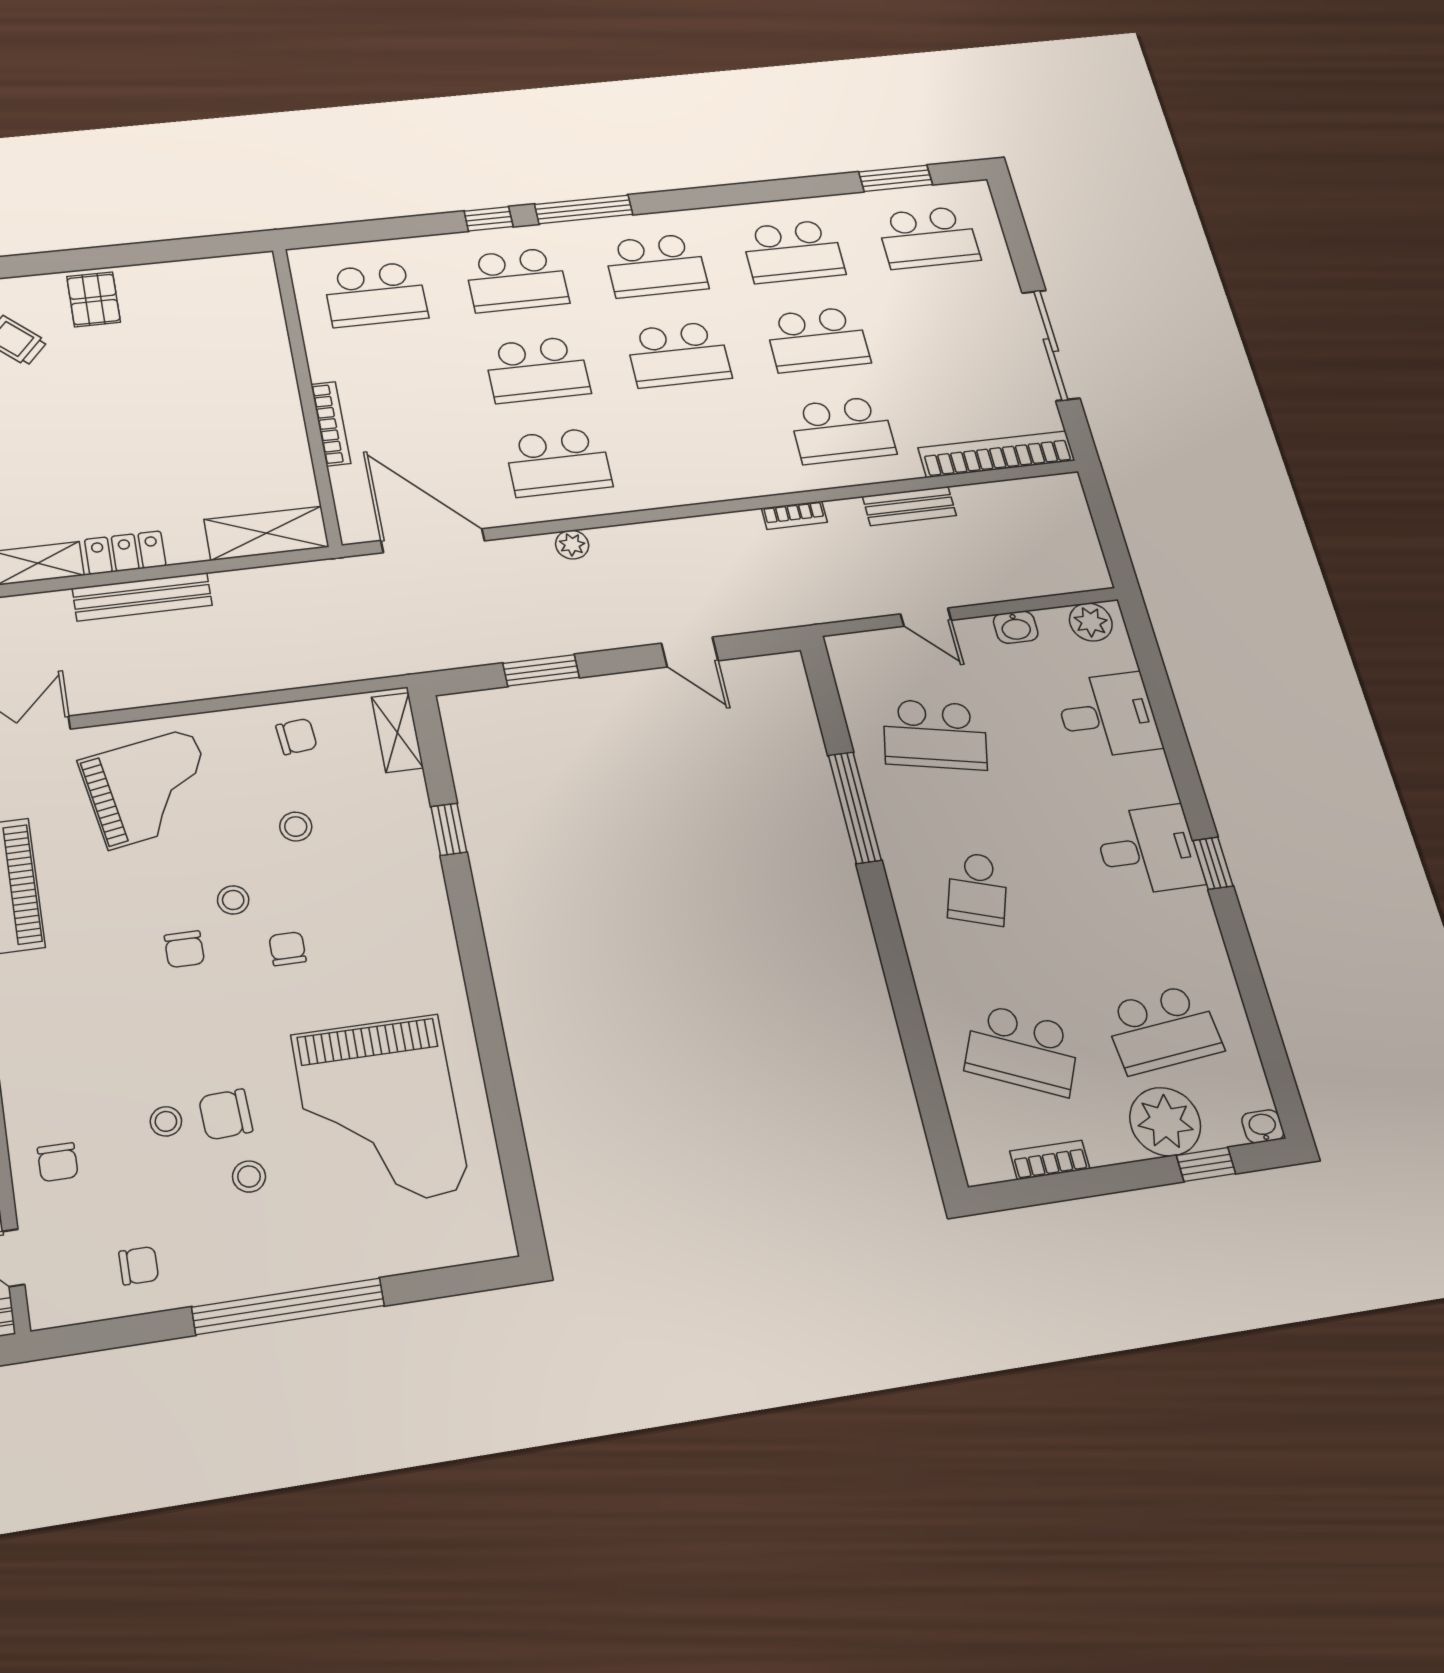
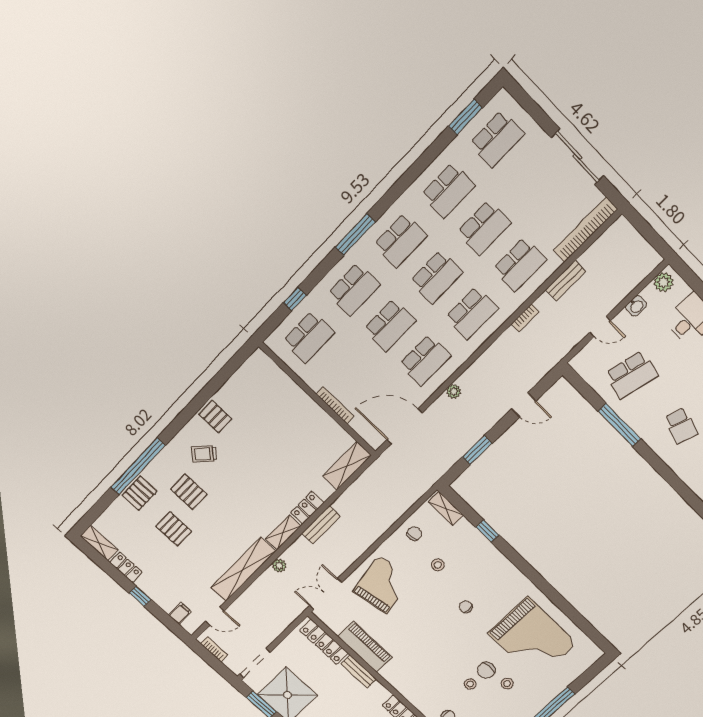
window: (489, 219) -> (295, 299), moved
school desk: (701, 446) -> (472, 313), added
bench: (142, 597) -> (321, 525), width x0.73
stool: (233, 900) -> (437, 603), removed
chair: (184, 949) -> (434, 629), removed

